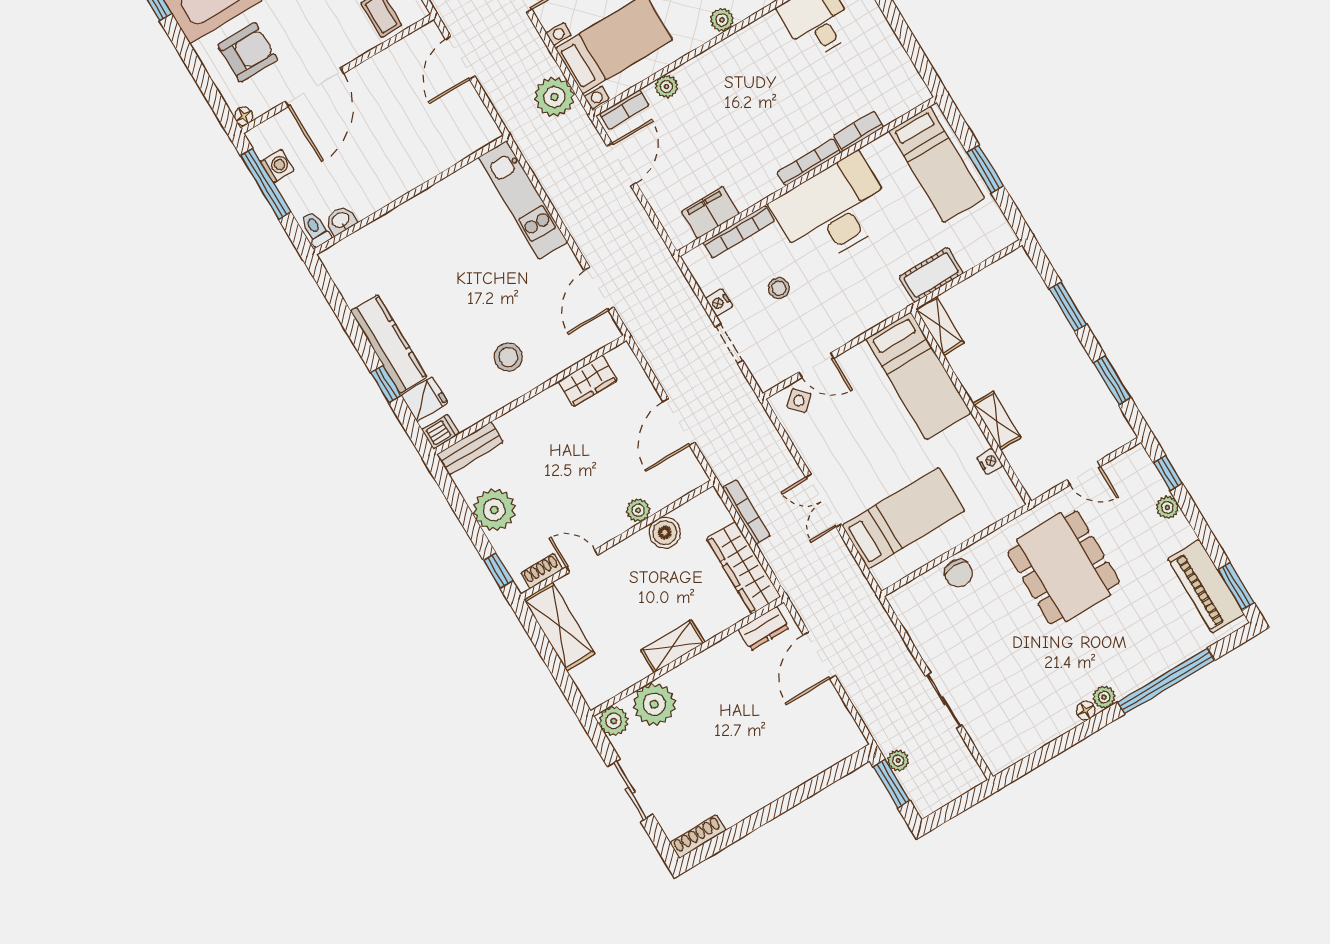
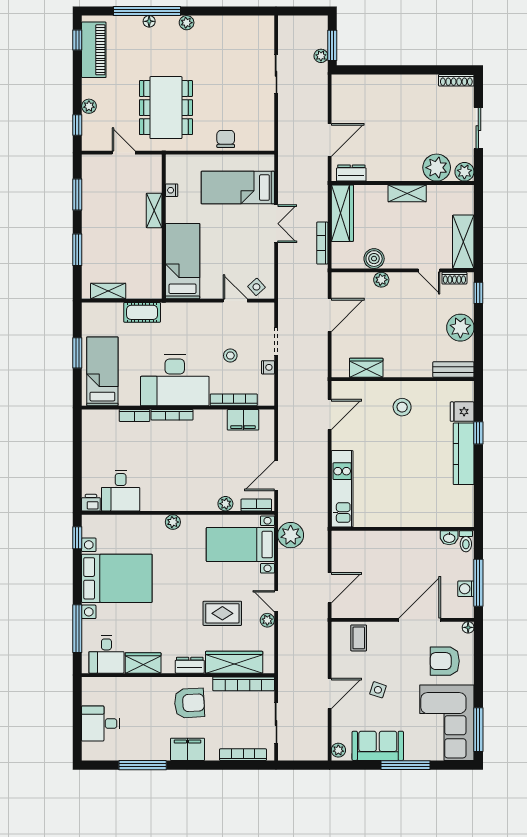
shelving: (940, 326) -> (108, 291), moved, turned 90
dishwasher: (440, 432) -> (464, 388), removed
window: (1236, 586) -> (77, 40), width x0.67
floor lamp: (1086, 711) -> (149, 21), moved

